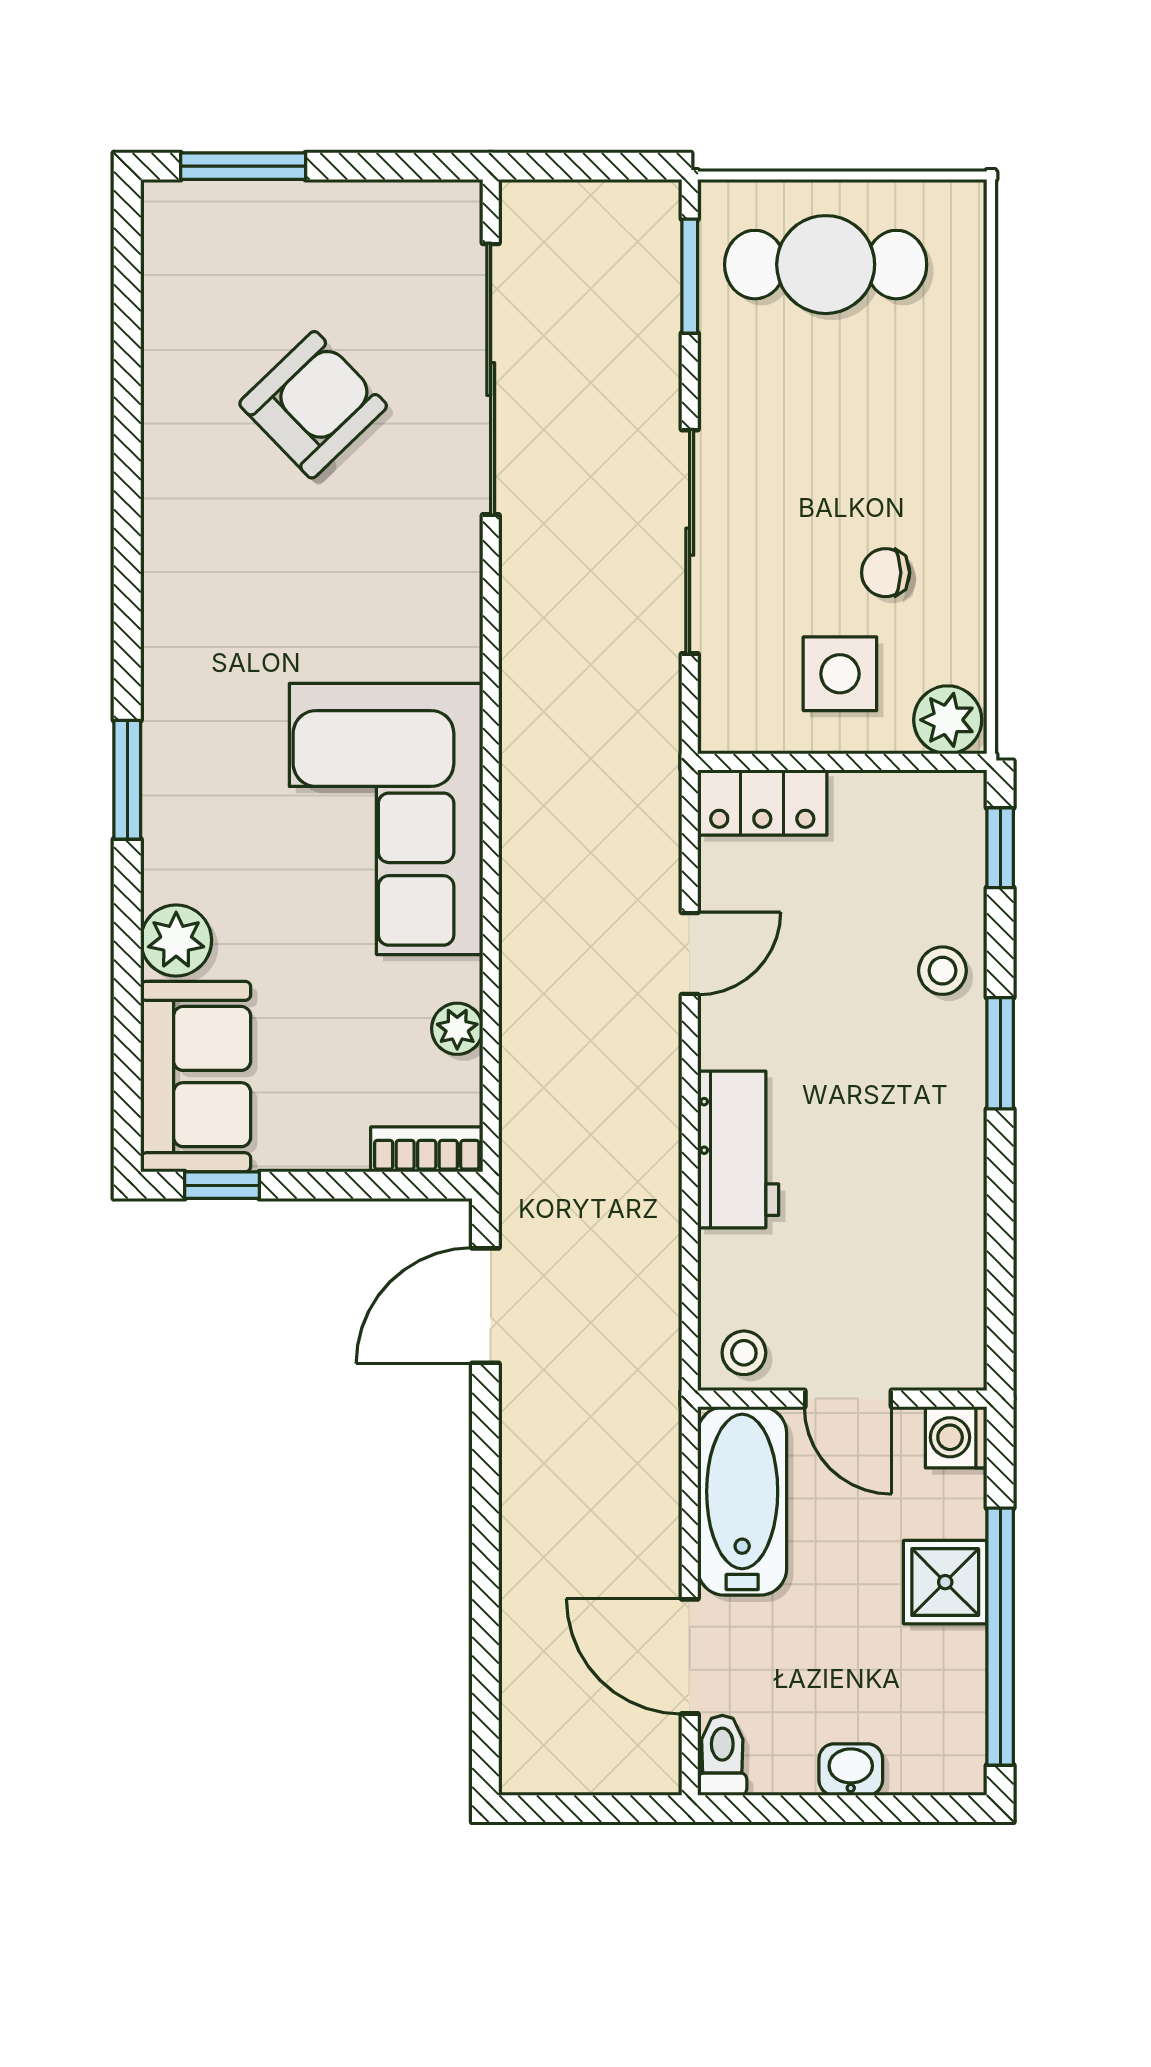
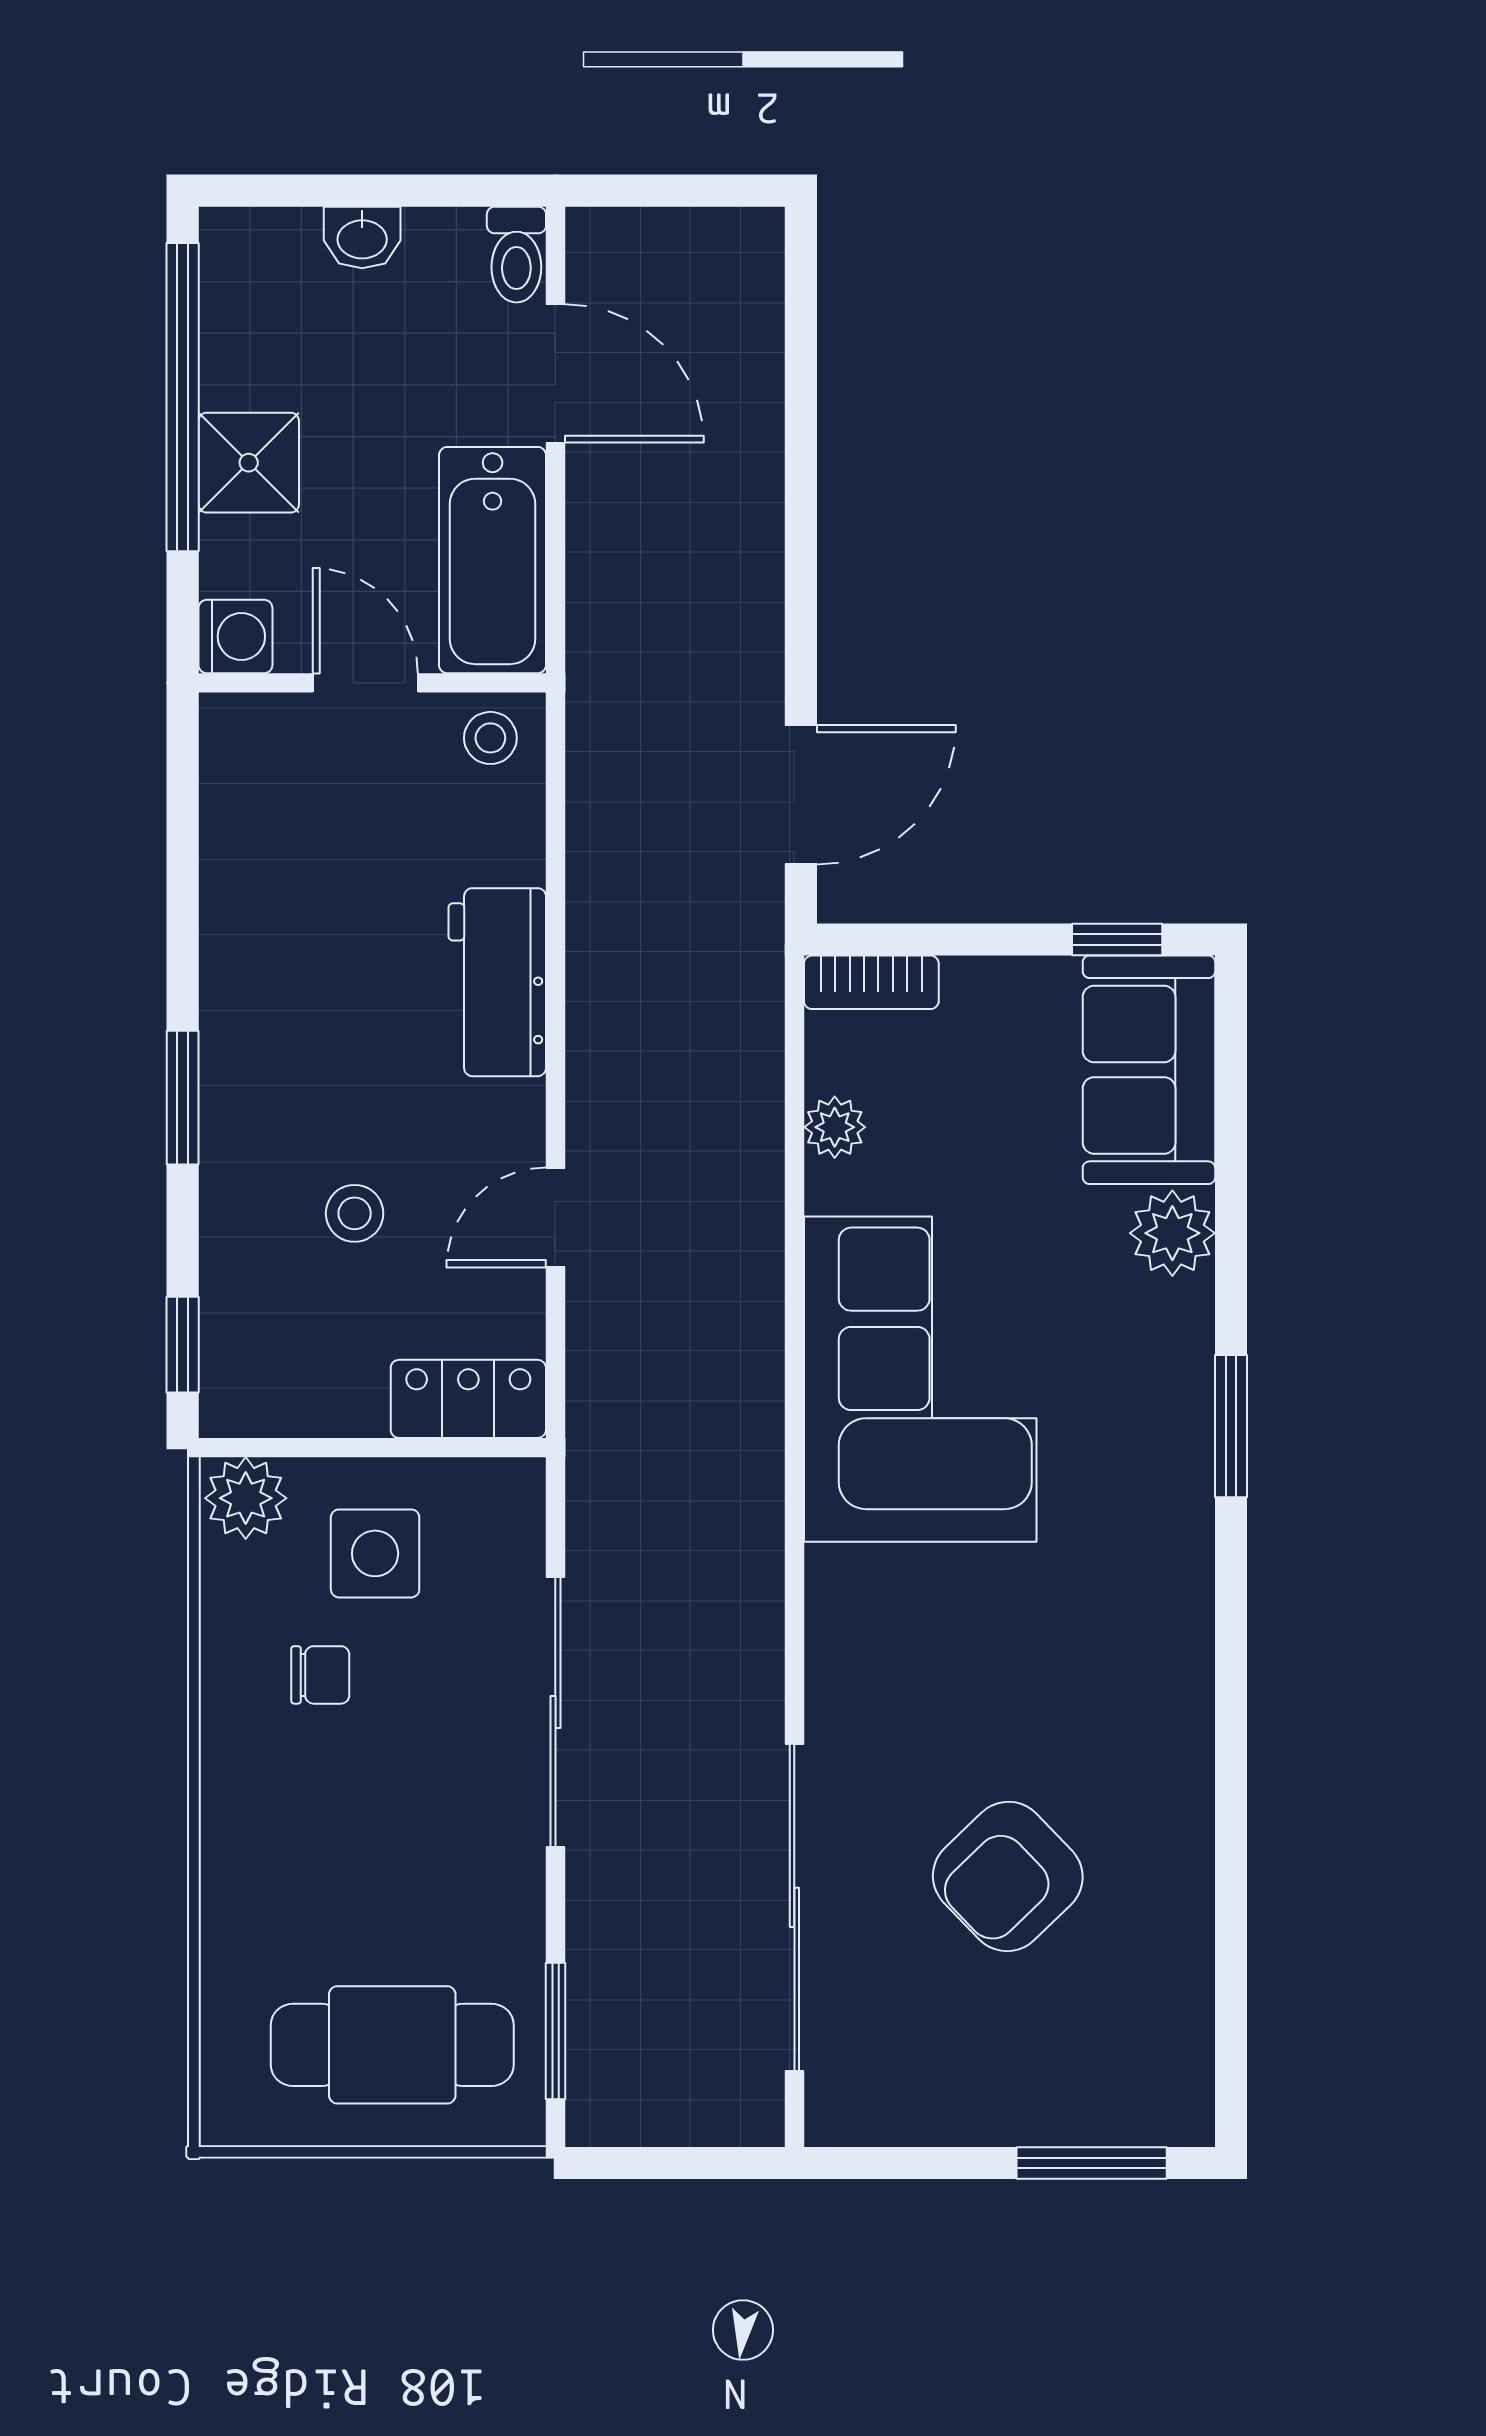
stool: (942, 971) -> (355, 1213), moved

